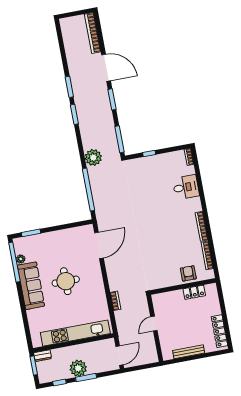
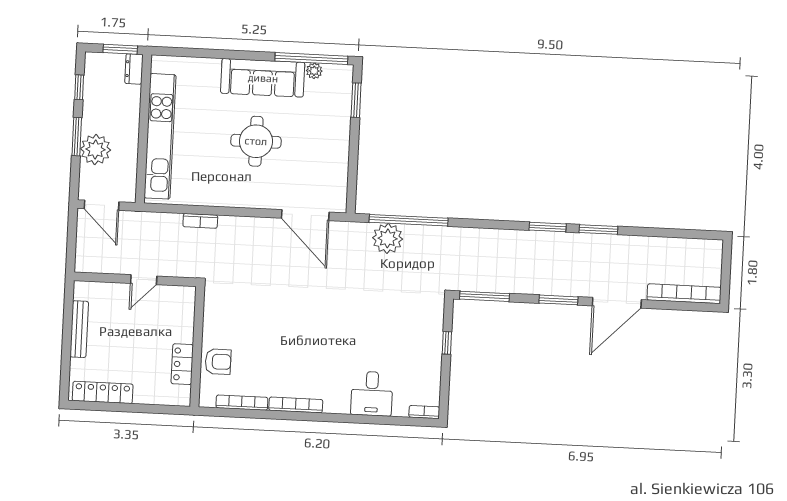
plant: (93, 157) -> (388, 238), moved
door: (154, 324) -> (144, 280), swing flipped
plant: (78, 368) -> (95, 149), moved

